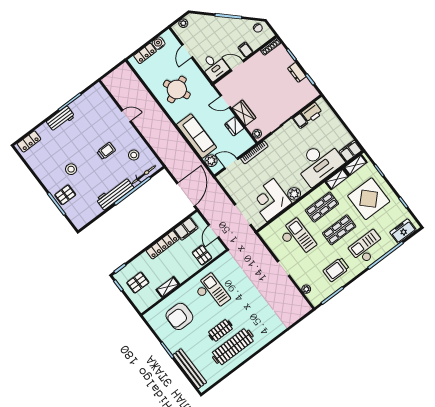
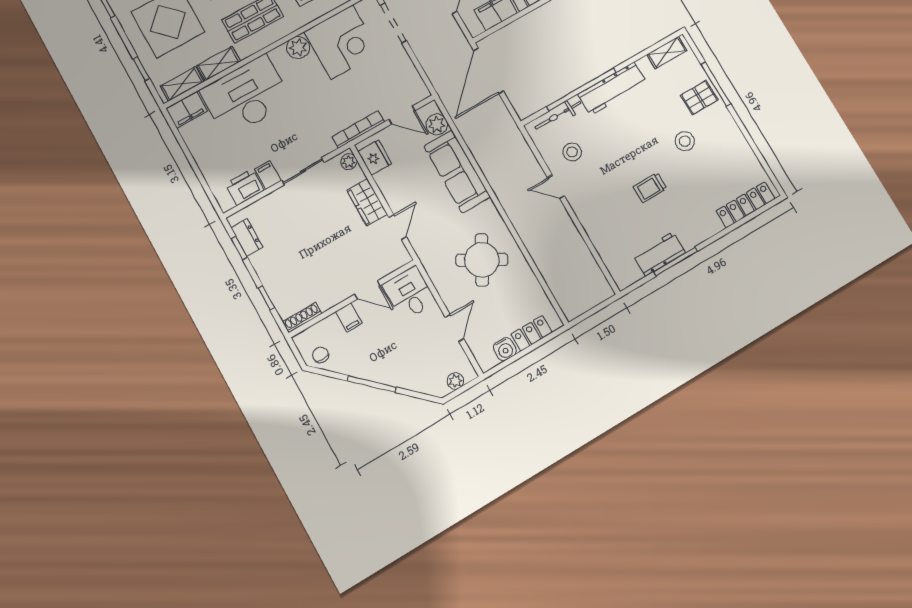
dresser: (297, 72) -> (247, 237), moved
round table: (177, 90) -> (482, 260), turned -38
door: (225, 101) -> (398, 227), hinge flipped
door: (126, 116) -> (556, 187), moved
workbench: (61, 119) -> (659, 254), moved
fridge: (234, 126) -> (375, 158), moved
locker: (29, 141) -> (745, 205), width x1.53
trolley: (106, 151) -> (650, 188), moved
shelving: (86, 218) -> (667, 53), added

